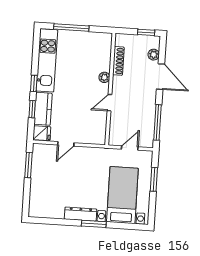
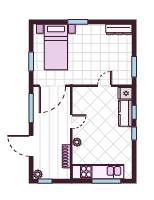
plant: (154, 55) -> (38, 174), moved
kitchen unit: (47, 60) -> (98, 172), moved, turned 90
door: (130, 148) -> (52, 86), width x1.88
dresser: (81, 214) -> (119, 29), moved

